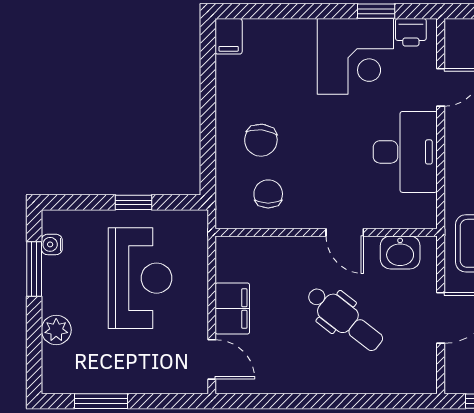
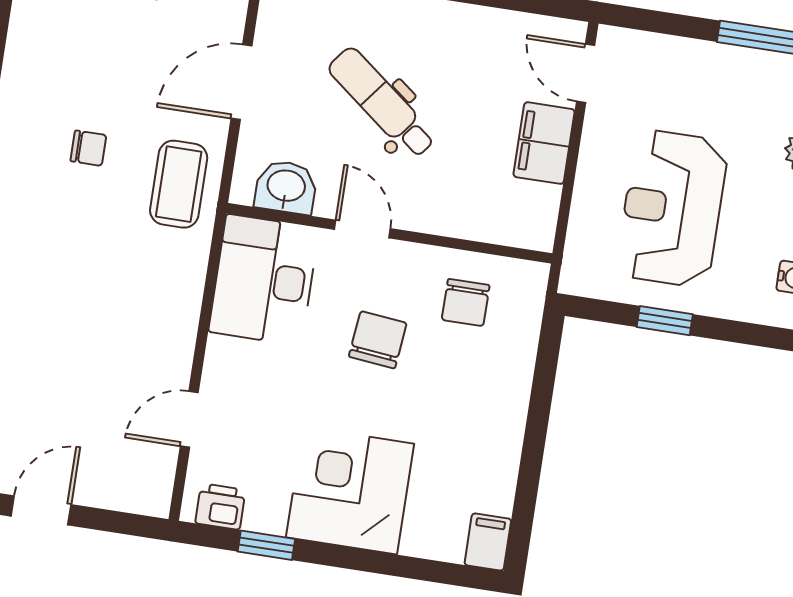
corner desk: (355, 56) -> (350, 491), moved
chair: (261, 140) -> (378, 340), moved
desk: (405, 152) -> (264, 280), moved

